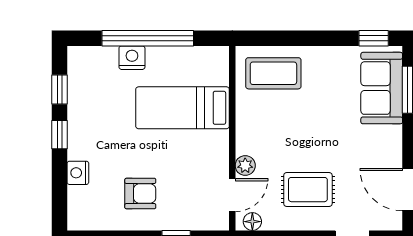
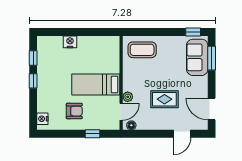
window: (148, 38) -> (78, 32), removed
bed: (183, 108) -> (96, 84), moved
nightstand: (78, 173) -> (42, 119), moved
rug: (308, 190) -> (164, 99), moved

